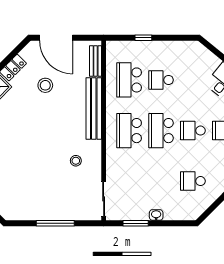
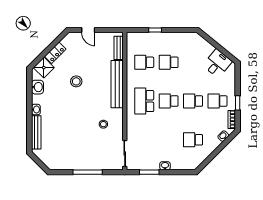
door: (56, 38) -> (88, 30), width x0.53
school desk: (129, 80) -> (144, 62), width x0.54
stool: (45, 85) -> (76, 81), moved
school desk: (161, 131) -> (169, 101), width x0.54

